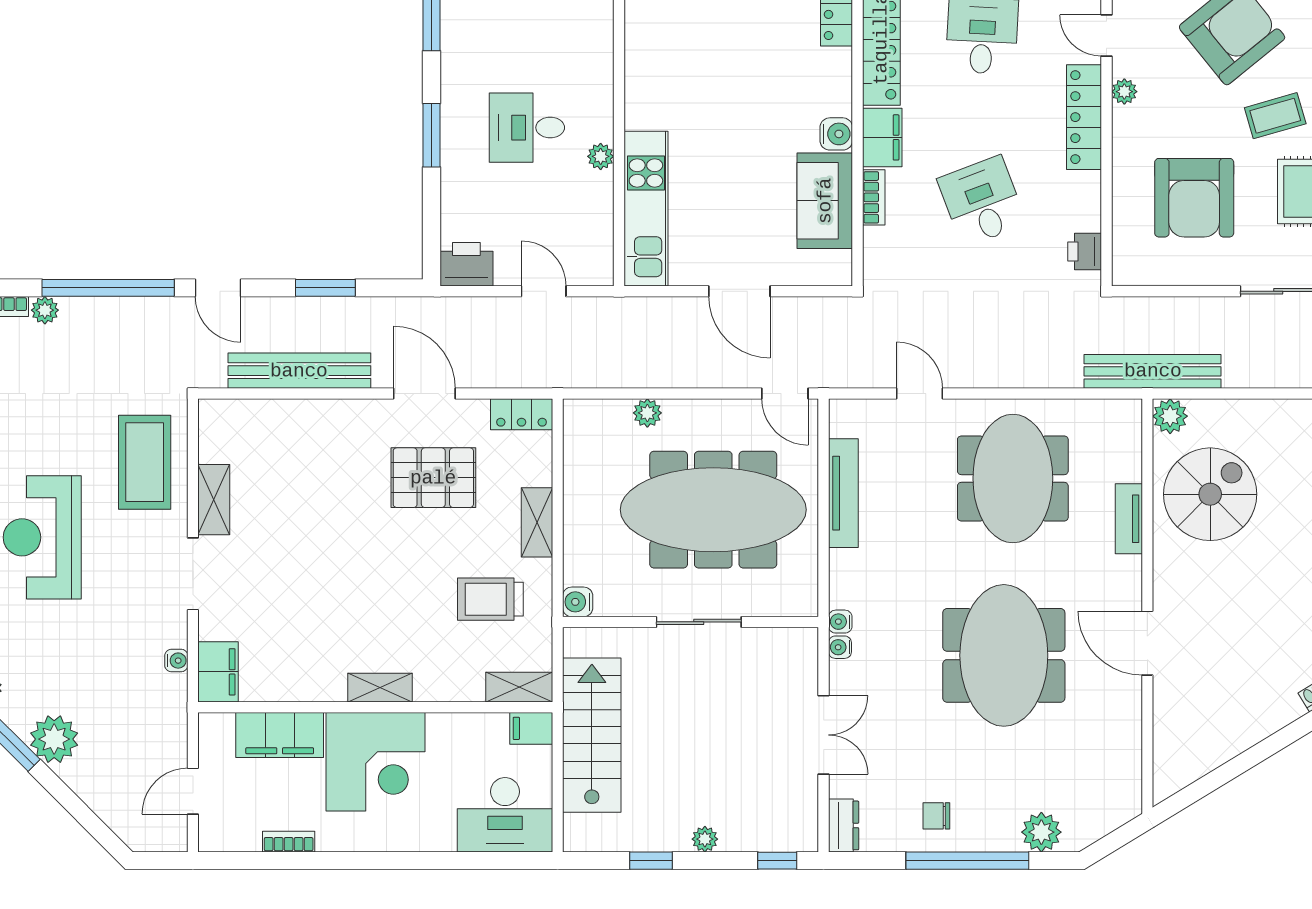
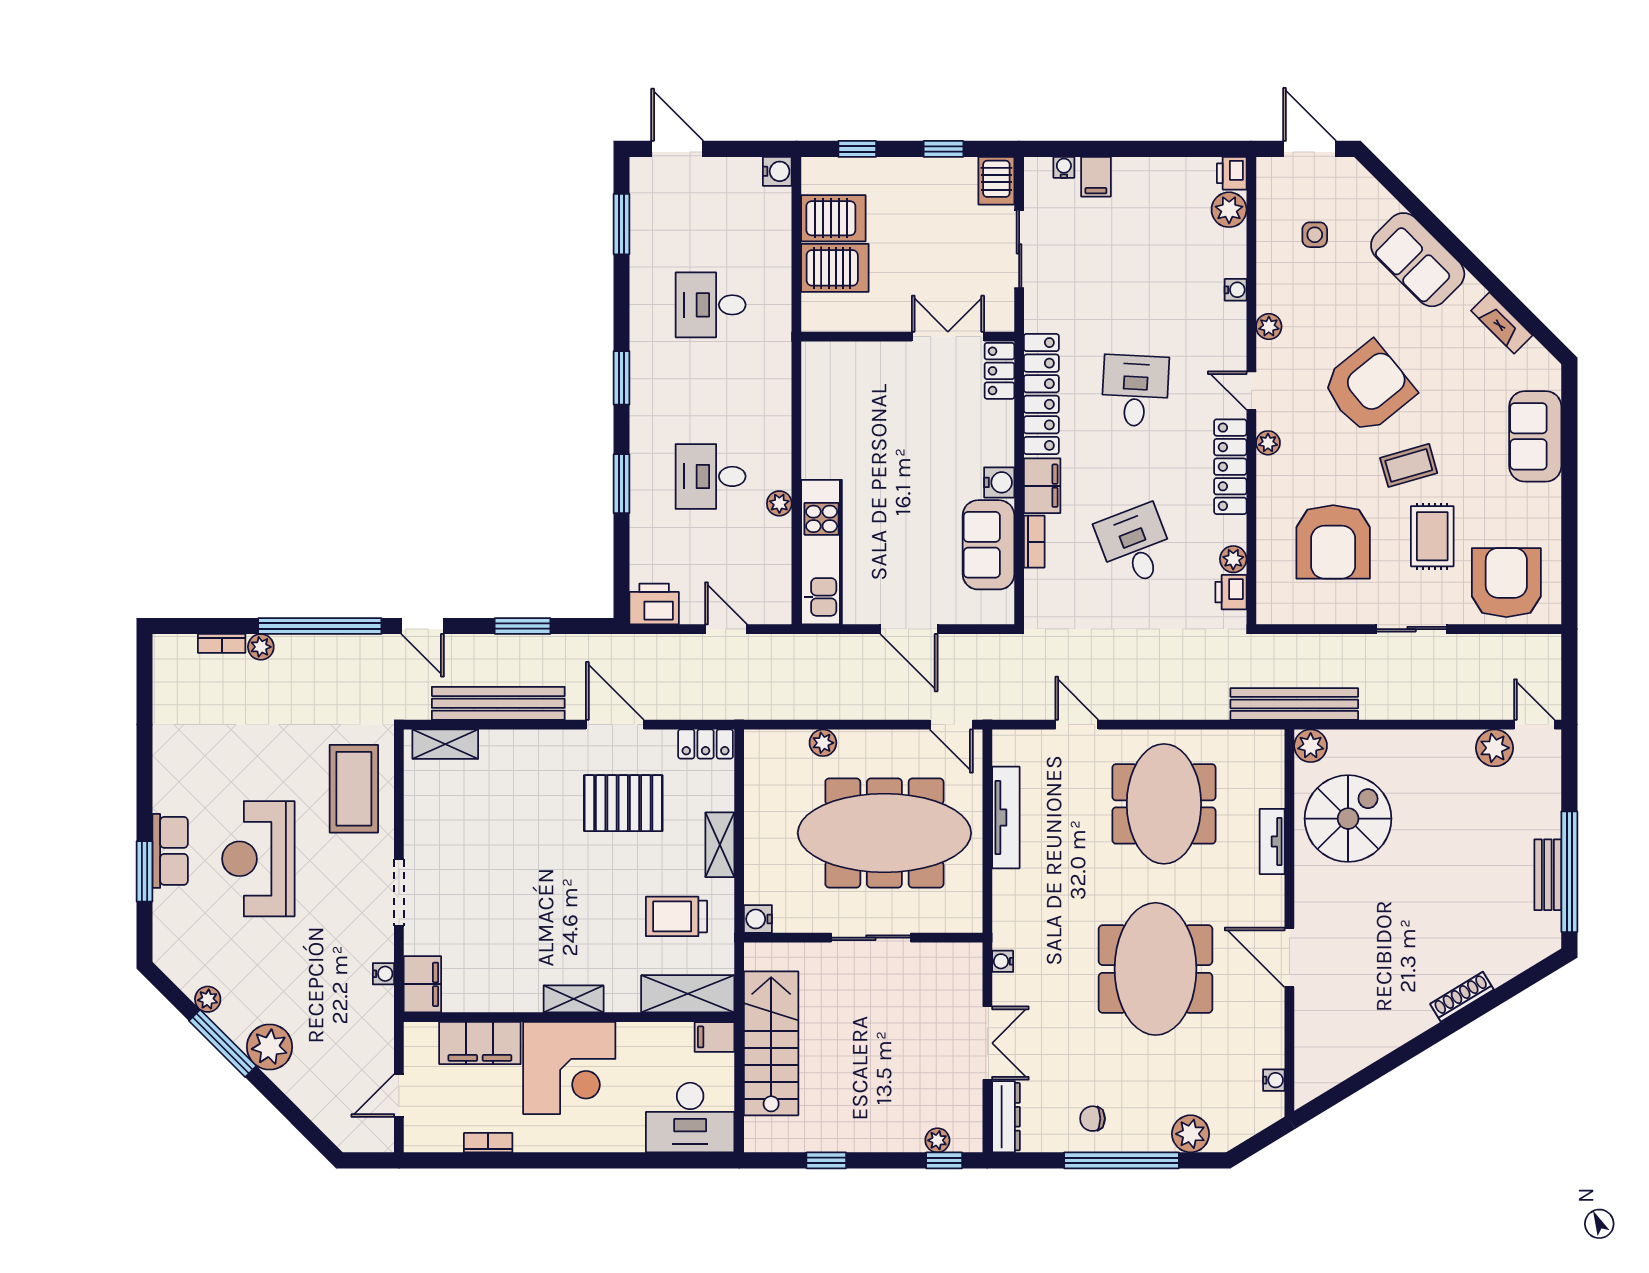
plant: (1087, 216) -> (1233, 559), added
shelving: (214, 500) -> (445, 744), moved, turned 90
water cooler: (840, 622) -> (1274, 1080), moved, turned 180
shelving: (519, 687) -> (688, 994), width x1.50, depth x1.33
dresser: (844, 825) -> (1006, 1117), width x1.44
plant: (705, 839) -> (937, 1140), moved

